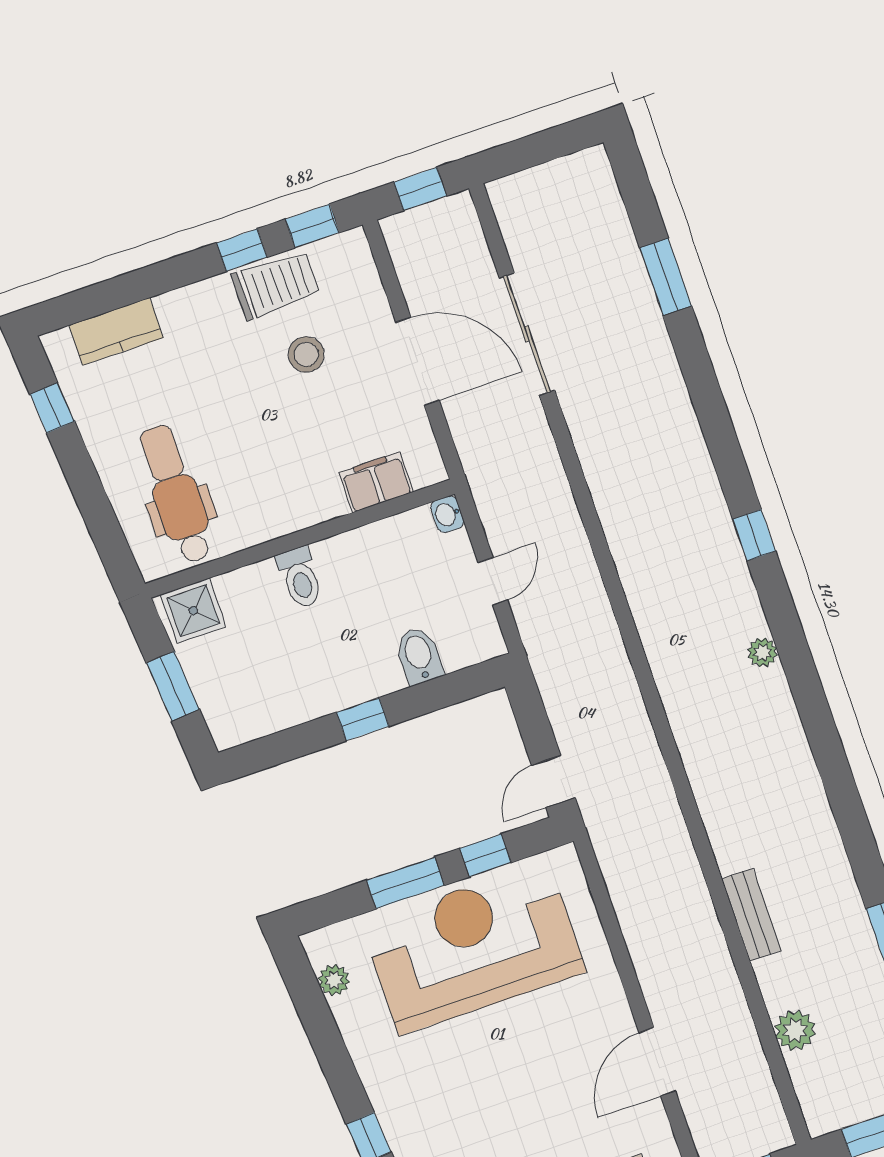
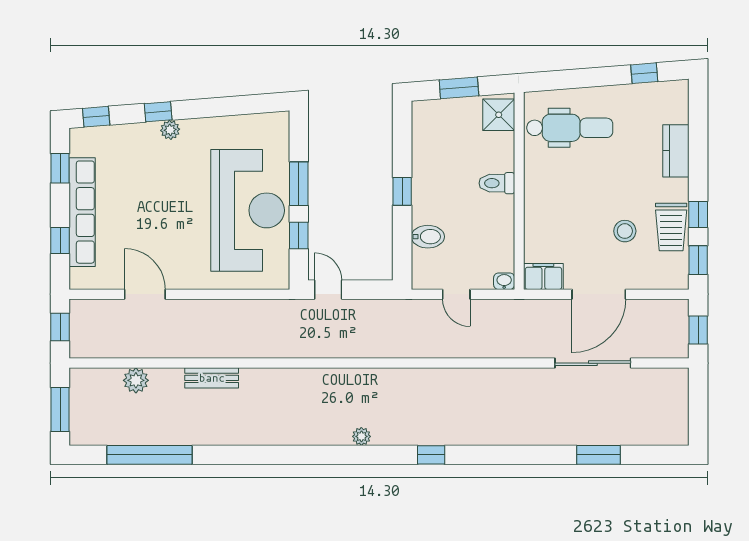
kitchen counter: (116, 331) -> (676, 151), moved
filing cabinet: (376, 482) -> (543, 276), moved, turned -90
plant: (334, 980) -> (170, 130), moved

